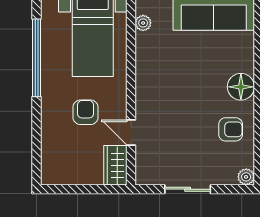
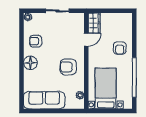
armchair: (166, 79) -> (68, 67), added
armchair: (86, 112) -> (120, 48), moved
door: (131, 133) -> (86, 40), hinge flipped

